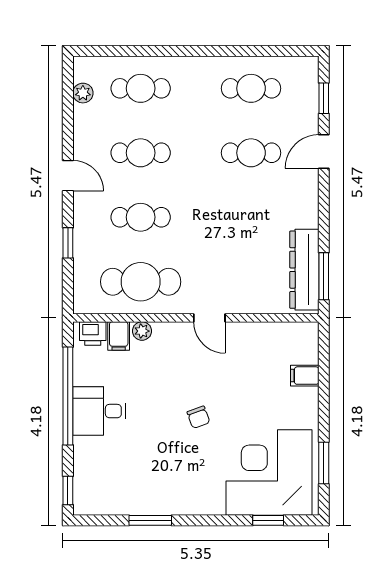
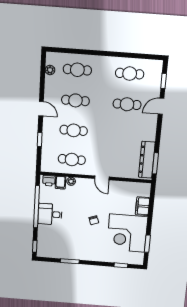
cafe table: (141, 282) -> (72, 159), width x0.73, depth x0.74
filing cabinet: (305, 376) -> (143, 206), width x2.00
corner desk: (269, 472) -> (127, 233), moved, turned -90

